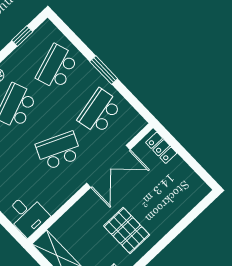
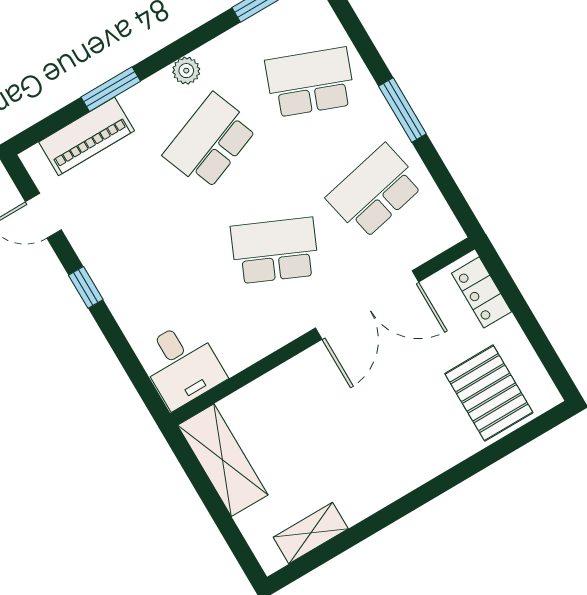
school desk: (57, 67) -> (310, 82), turned 39
pallet: (127, 230) -> (489, 393), moved

